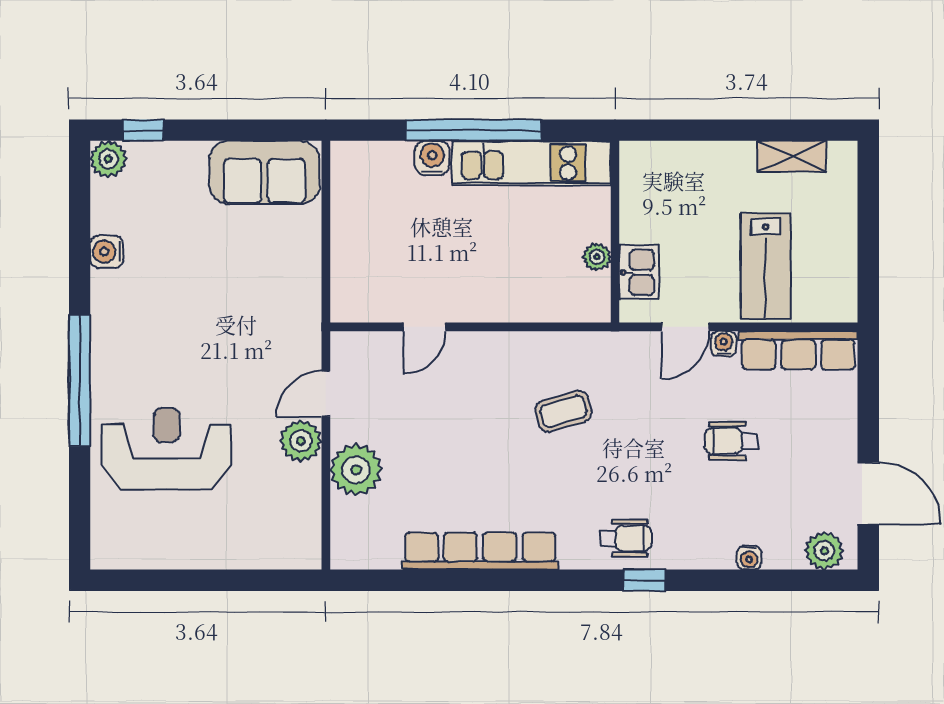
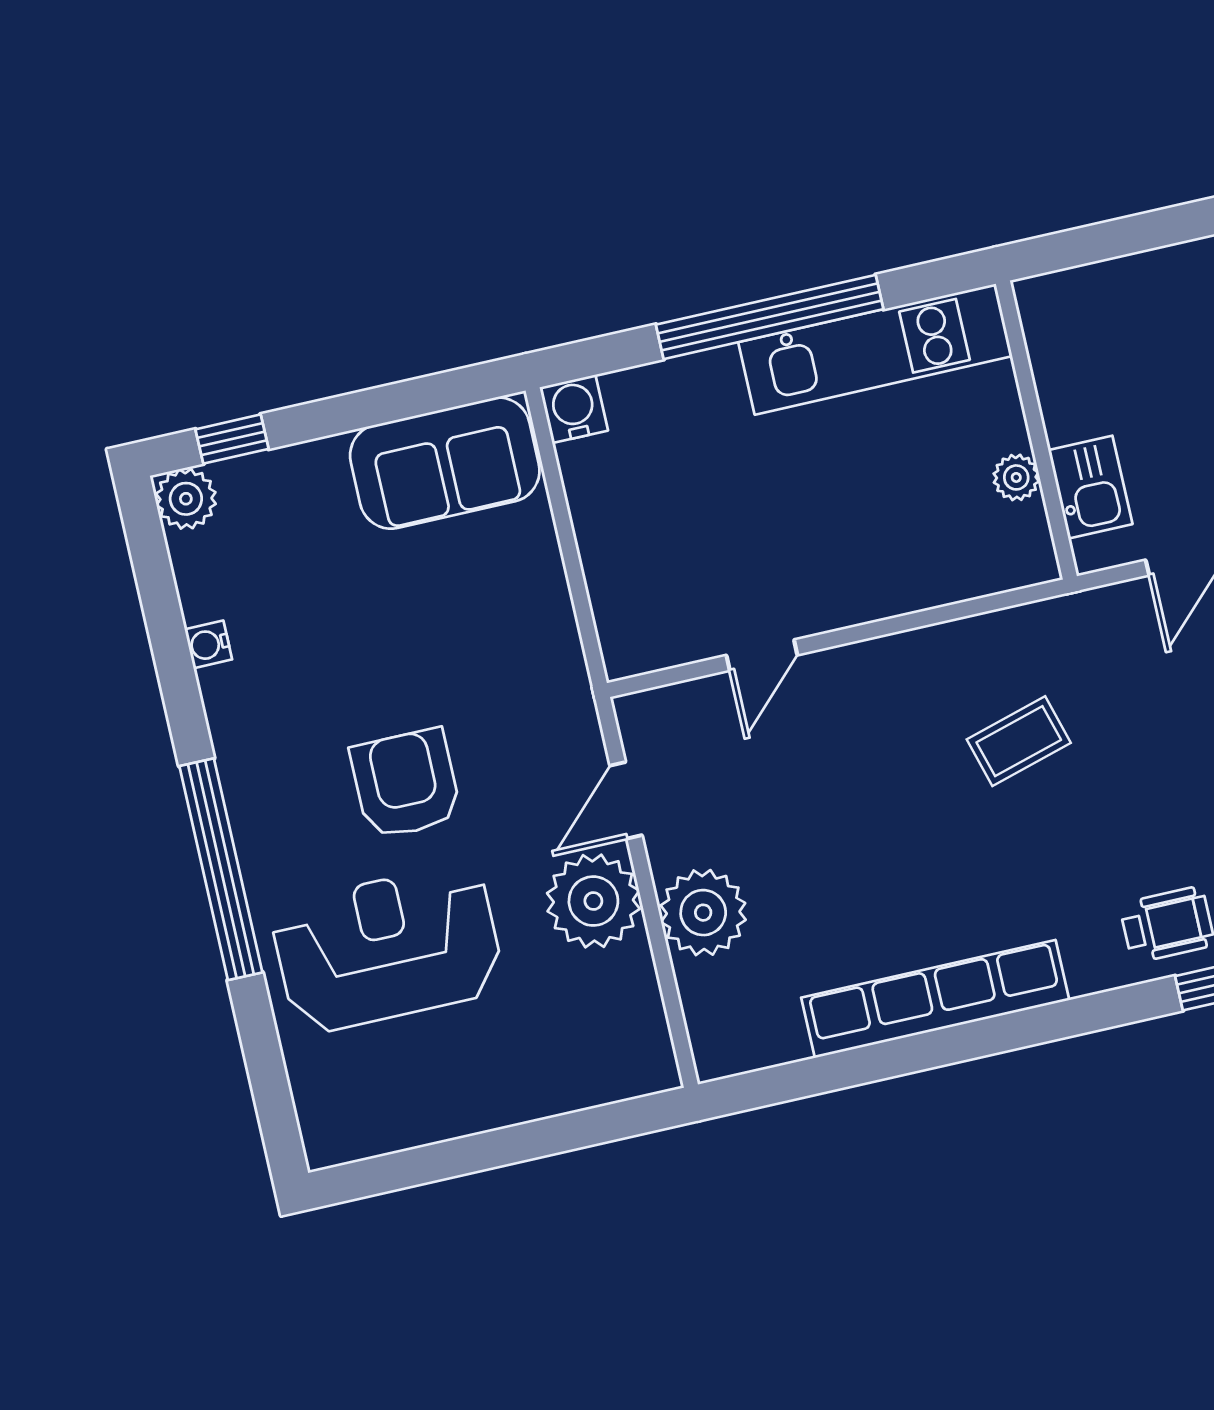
water cooler: (432, 158) -> (574, 409), moved
water cooler: (107, 252) -> (208, 644), width x0.72, depth x0.72
armchair: (199, 355) -> (406, 784), added
plant: (301, 441) -> (593, 901), width x1.36, depth x1.36

